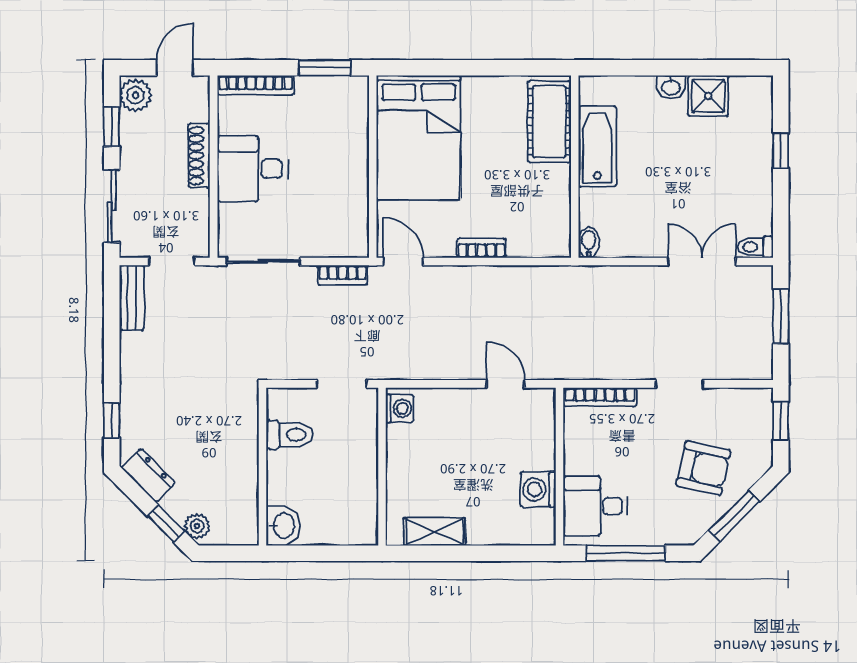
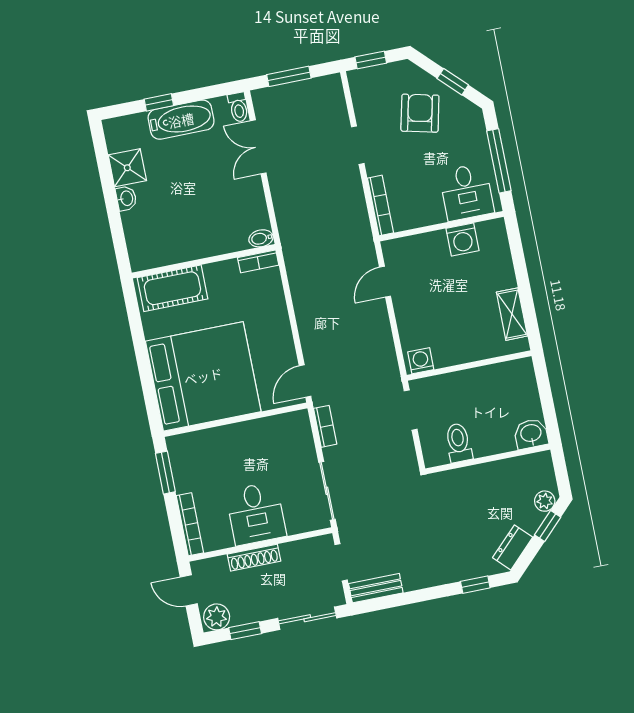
bed: (419, 138) -> (203, 376), width x1.36
bathtub: (597, 146) -> (181, 120), moved, turned 180
bookcase: (481, 248) -> (258, 261), moved, turned -90
window: (734, 516) -> (453, 82), width x0.67

